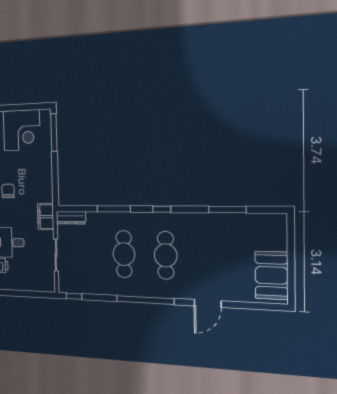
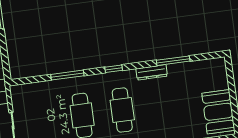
dresser: (71, 218) -> (152, 72), moved

